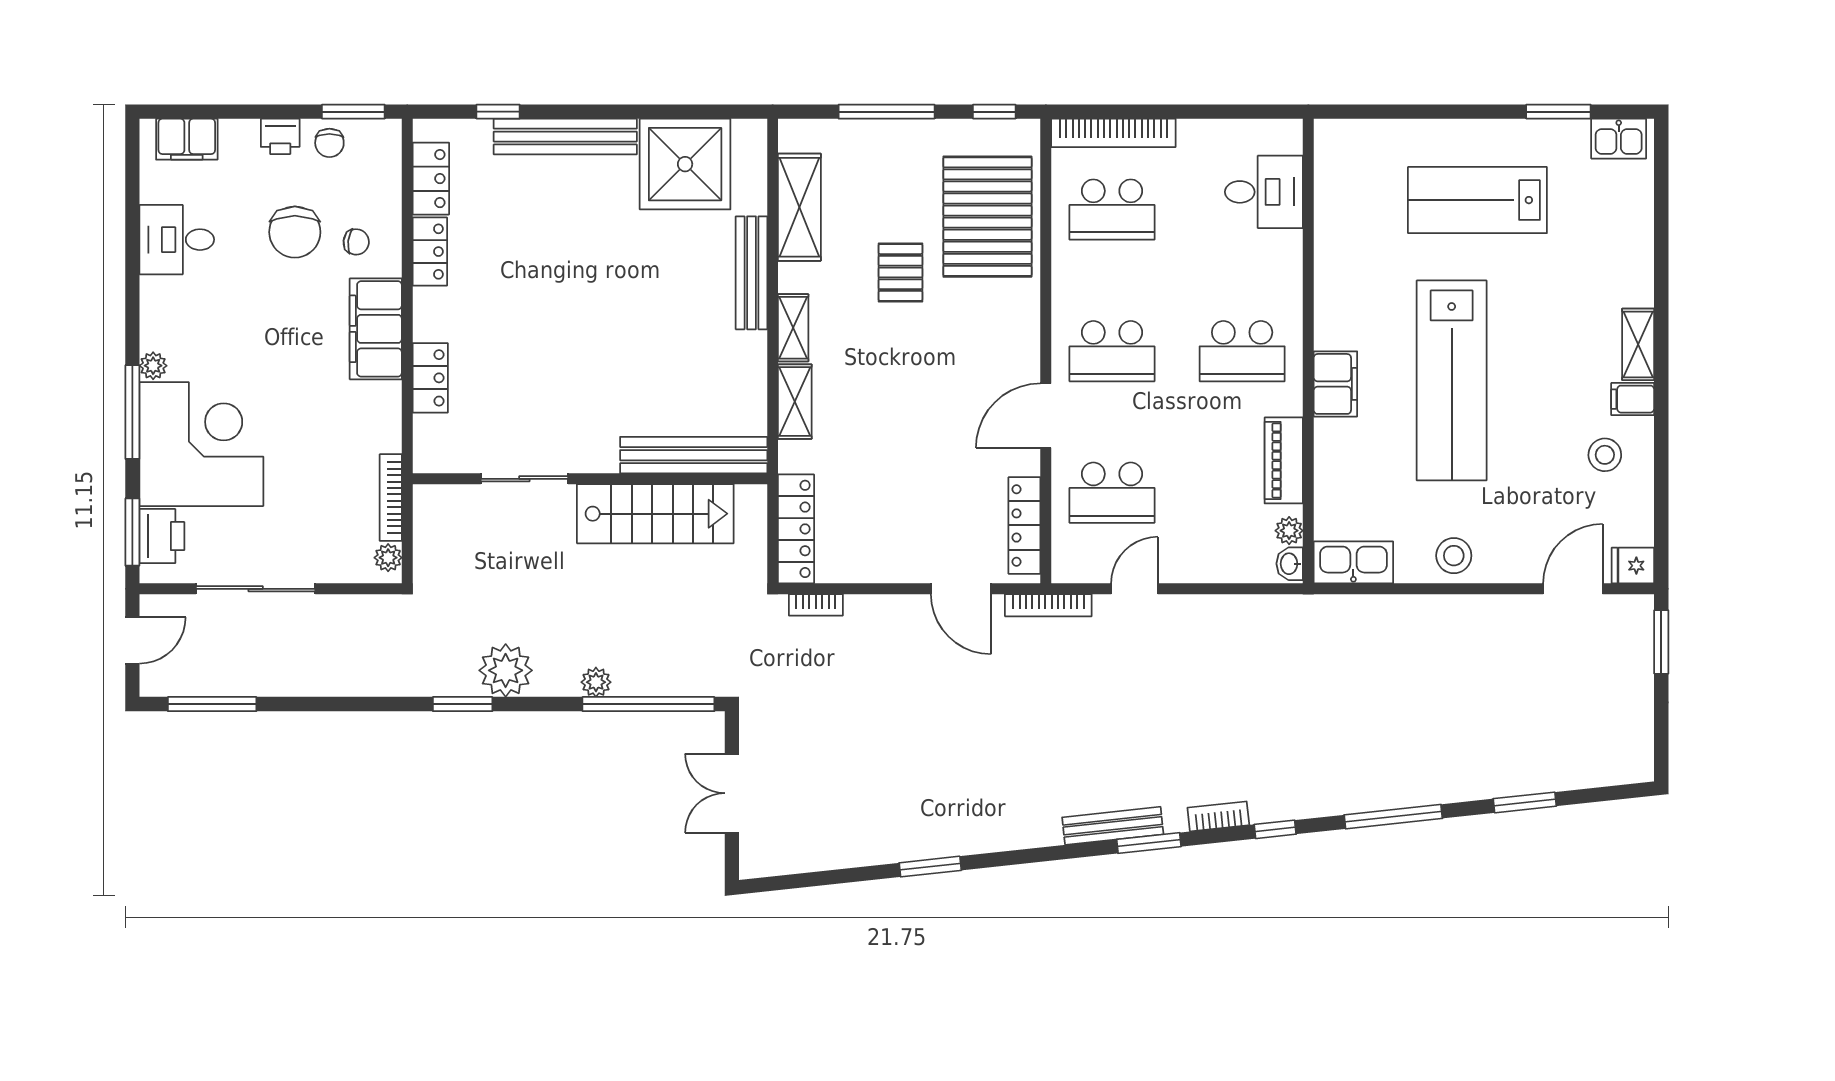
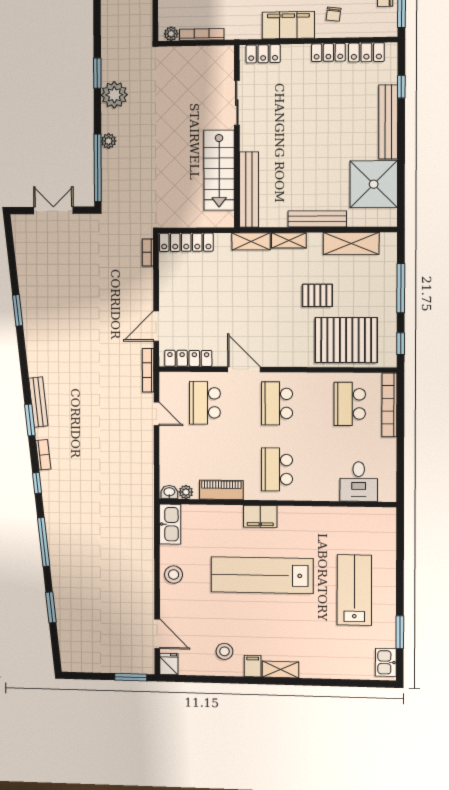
bench: (694, 455) -> (249, 190), moved
sliding door: (524, 479) -> (237, 103), moved
wall: (590, 479) -> (237, 136), moved
stairs: (655, 514) -> (219, 170), moved

